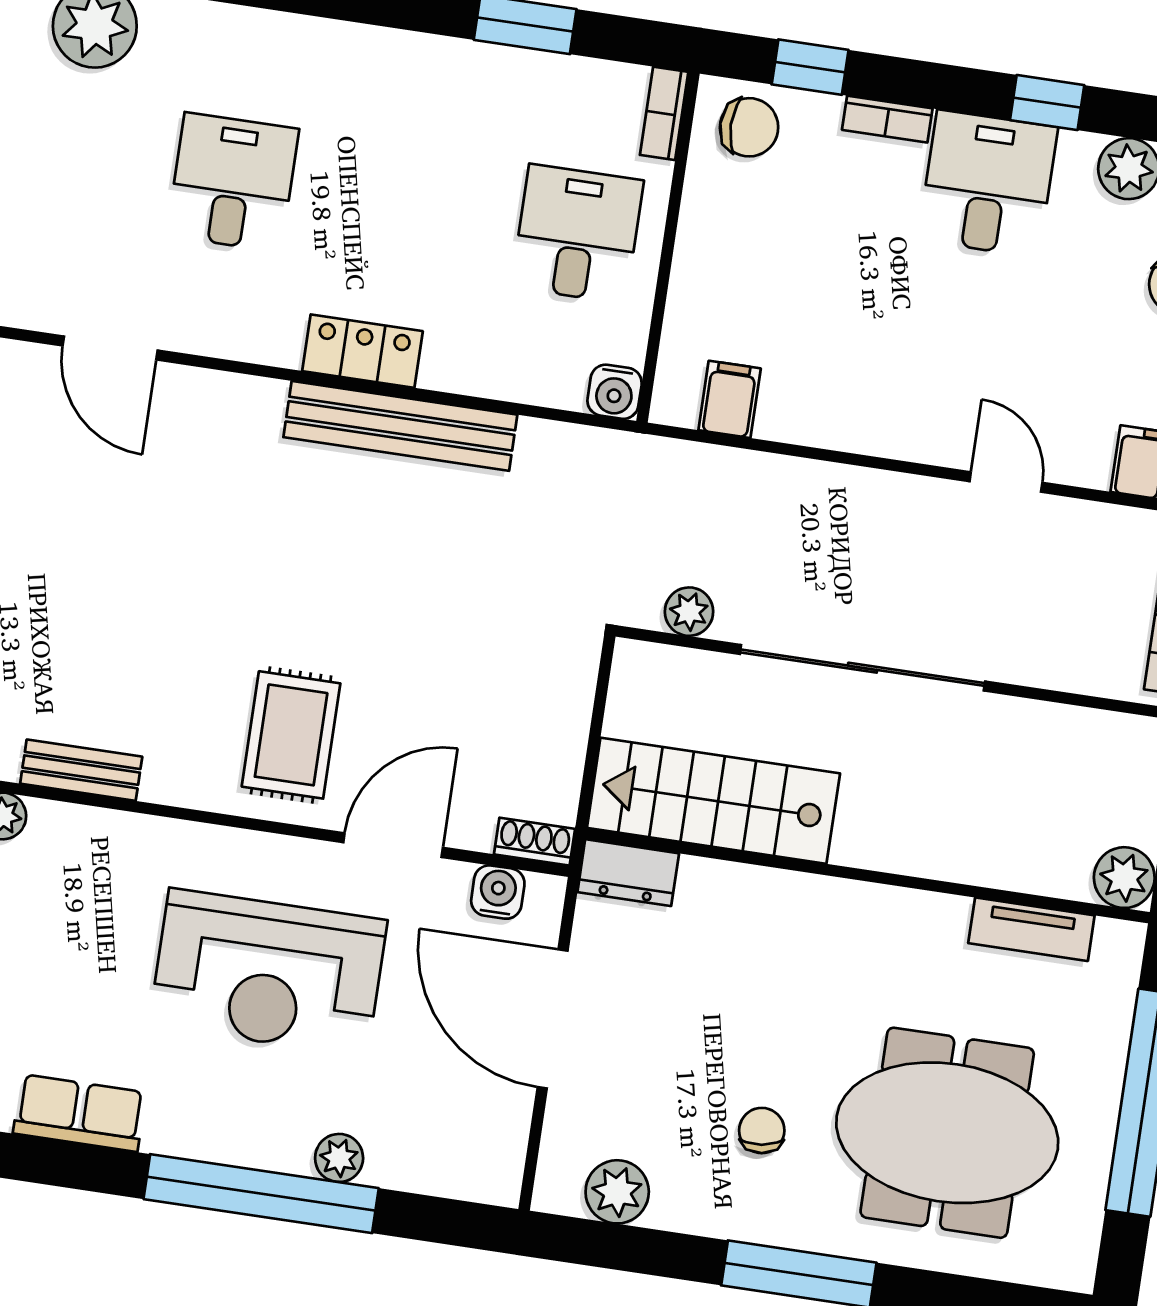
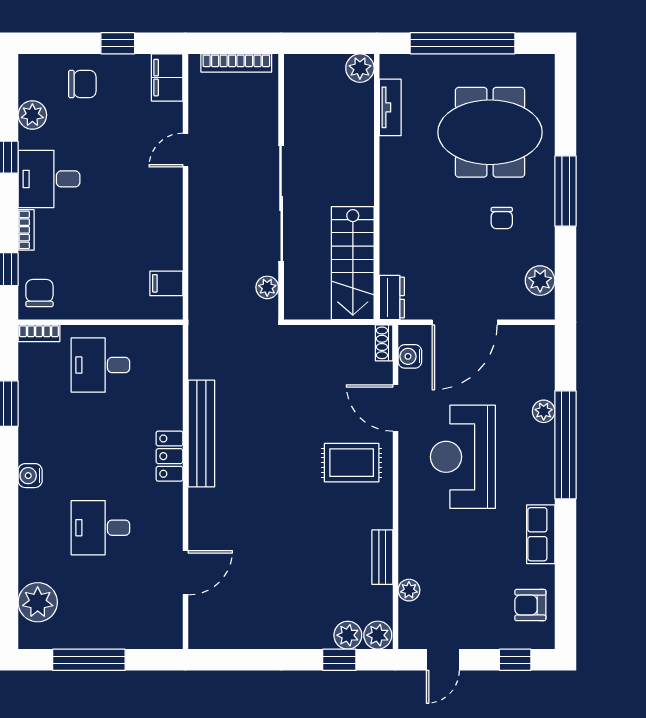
water cooler: (615, 392) -> (30, 476), moved, turned 180
reception desk: (268, 973) -> (463, 457), turned 180
chair: (762, 1130) -> (502, 218), turned -82
meeting table: (947, 1133) -> (490, 132), turned 90

